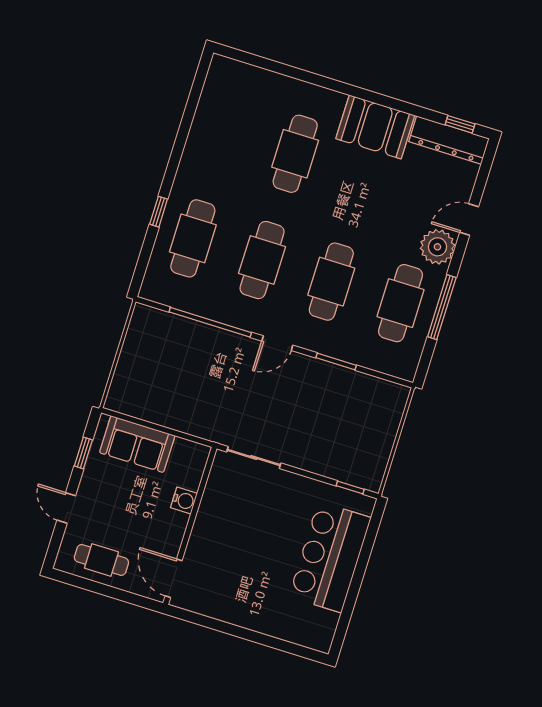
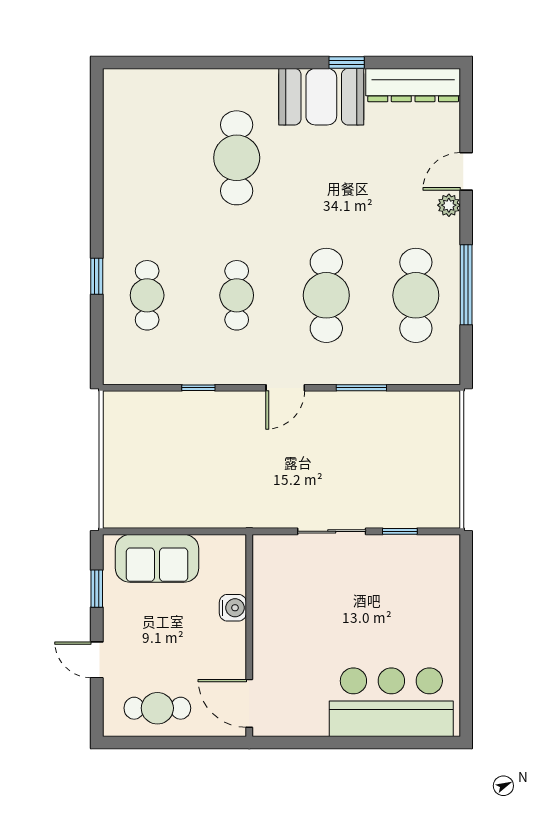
window: (460, 124) -> (347, 62), moved
cafe table: (193, 238) -> (147, 295), width x0.73, depth x0.74
plant: (437, 247) -> (449, 205), width x0.53, depth x0.53
cafe table: (262, 260) -> (237, 295), width x0.73, depth x0.74
window: (210, 322) -> (198, 388), width x0.32
sliding door: (254, 458) -> (332, 531), moved
window: (350, 488) -> (400, 531), moved
bar counter: (330, 557) -> (391, 702), moved, turned 90

